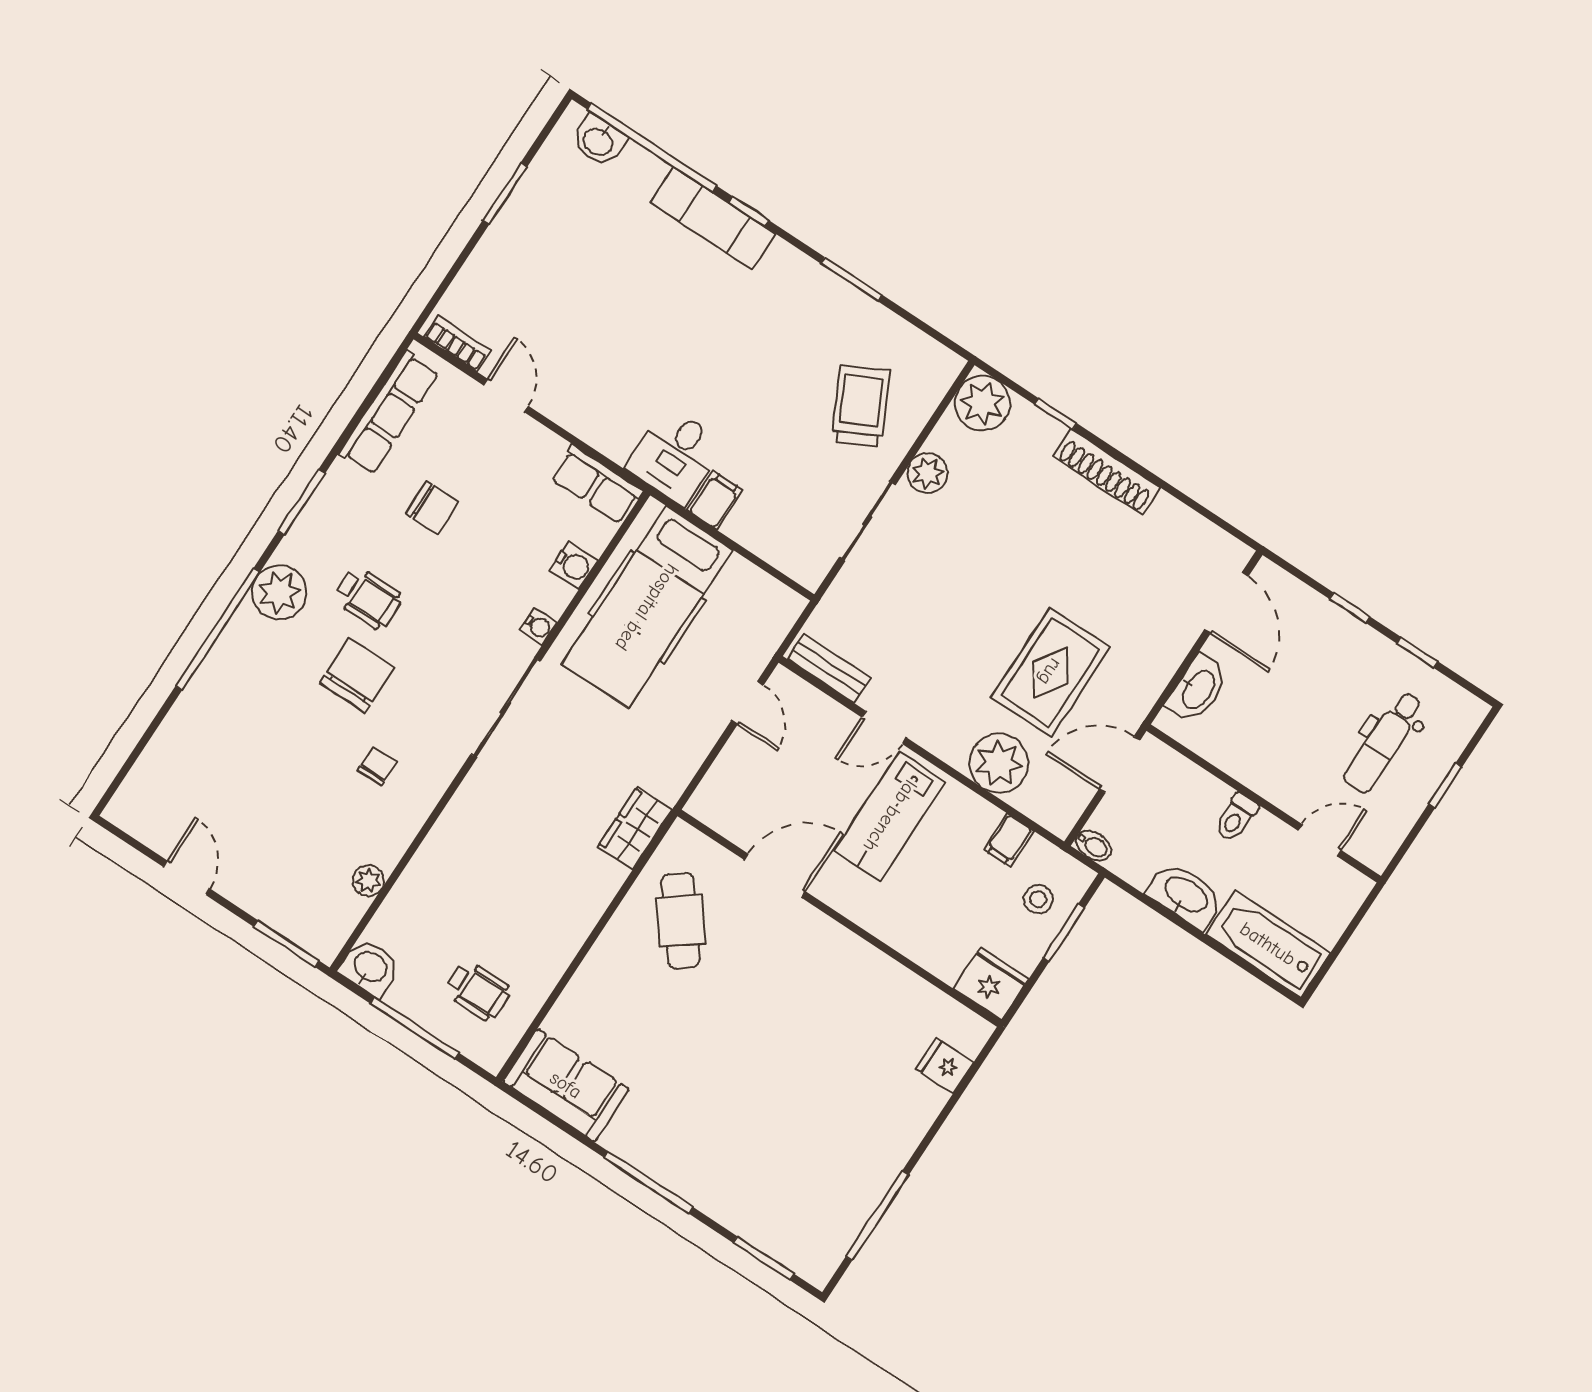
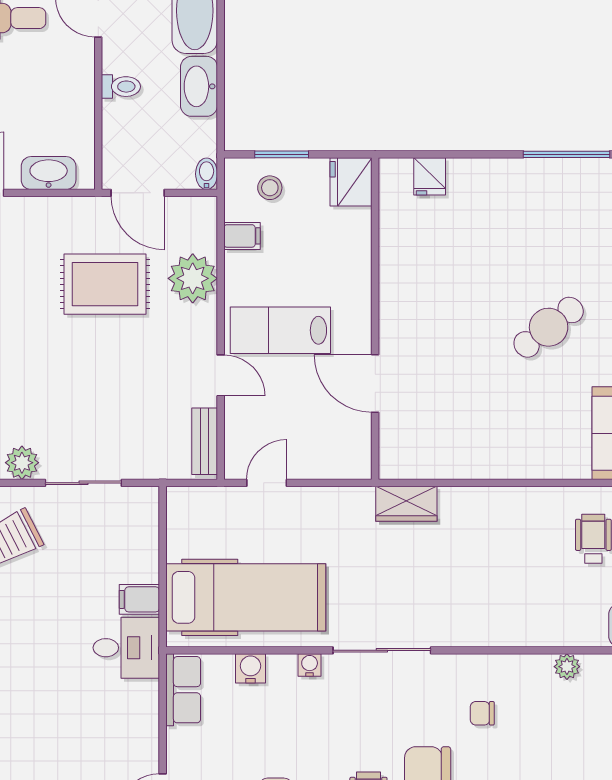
lab bench: (890, 816) -> (280, 330), turned 180
cafe table: (681, 921) -> (549, 327), moved

